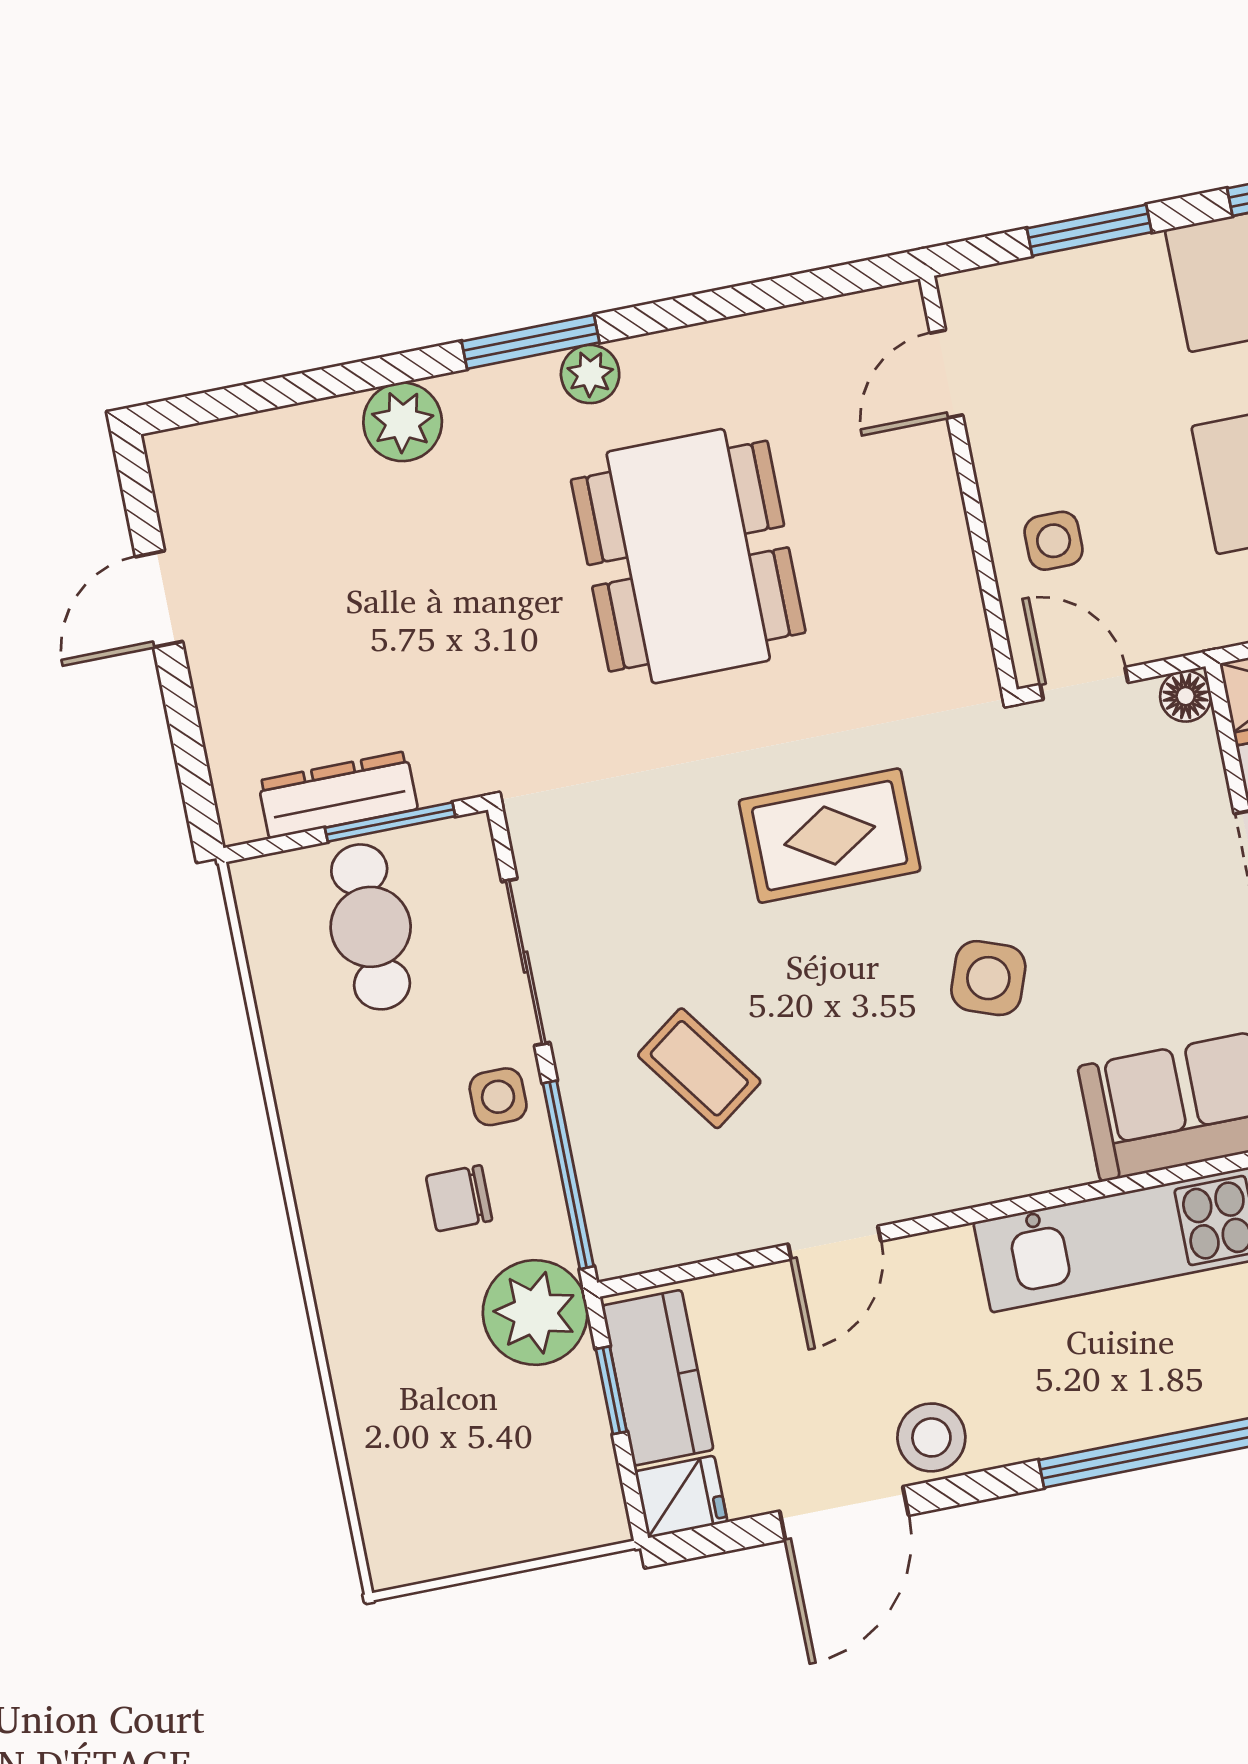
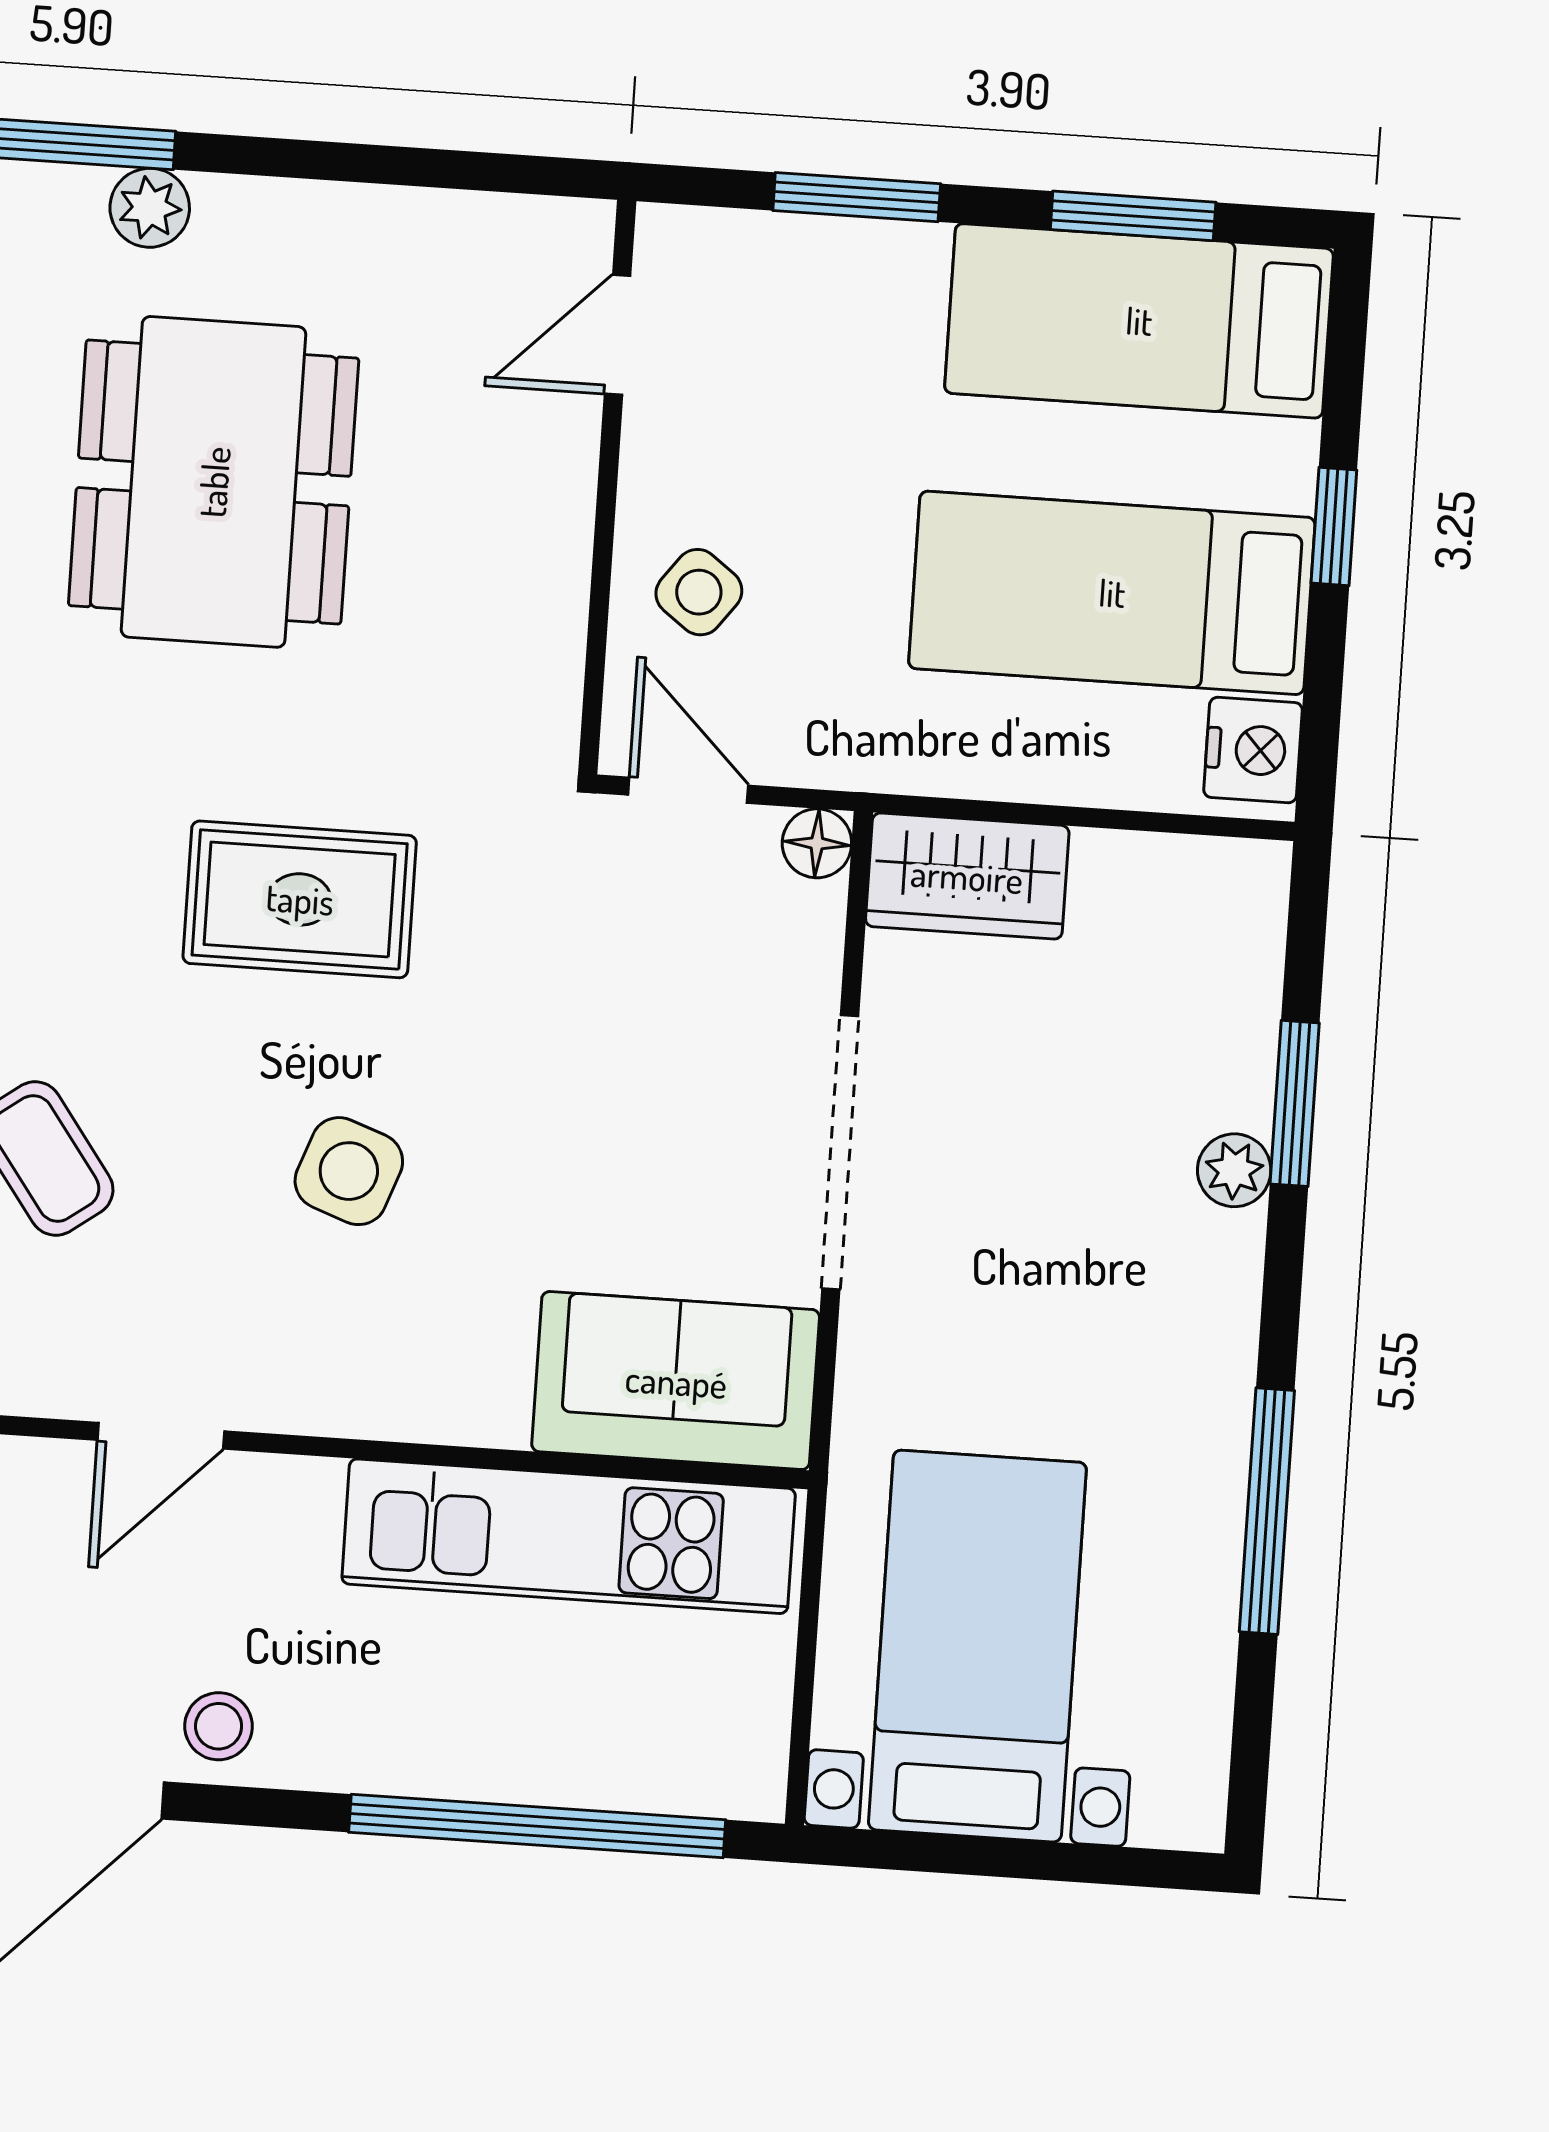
side table: (1054, 541) -> (699, 592), turned 37
side table: (988, 978) -> (349, 1171), moved
stool: (931, 1437) -> (219, 1726), width x0.73, depth x0.73

